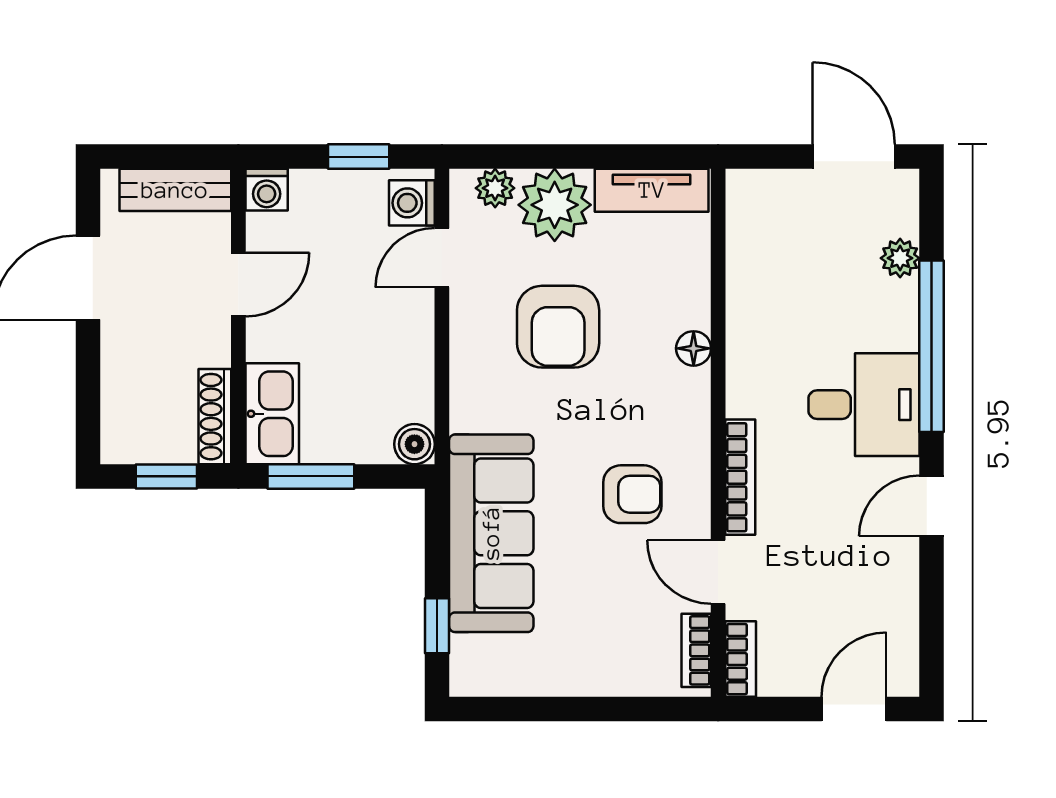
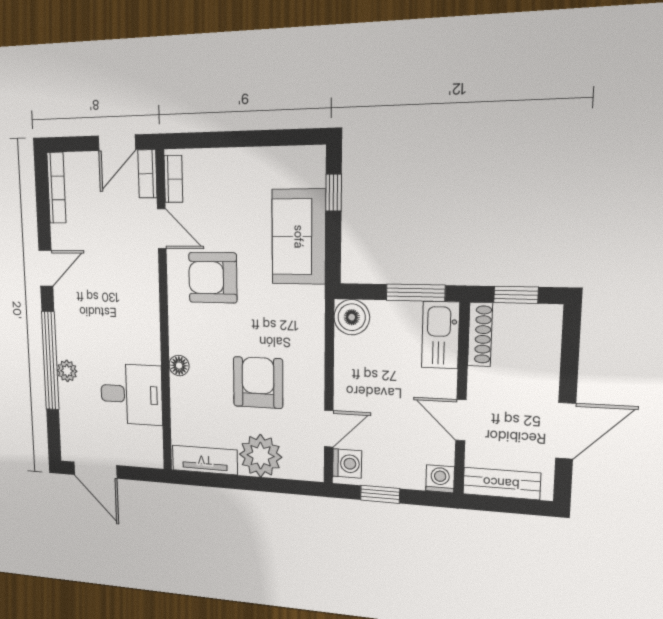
plant: (495, 188) -> (296, 468), removed
plant: (900, 258) -> (67, 371), moved
door: (238, 284) -> (461, 420), hinge flipped
desk: (864, 405) -> (131, 394), moved, turned 180
boiler: (414, 444) -> (352, 317), width x1.36, depth x1.36
bookcase: (740, 477) -> (56, 188), moved, turned 180
armchair: (632, 494) -> (213, 278), width x1.38, depth x1.38
sofa: (491, 533) -> (299, 237), width x0.73
door: (854, 709) -> (117, 143), moved

